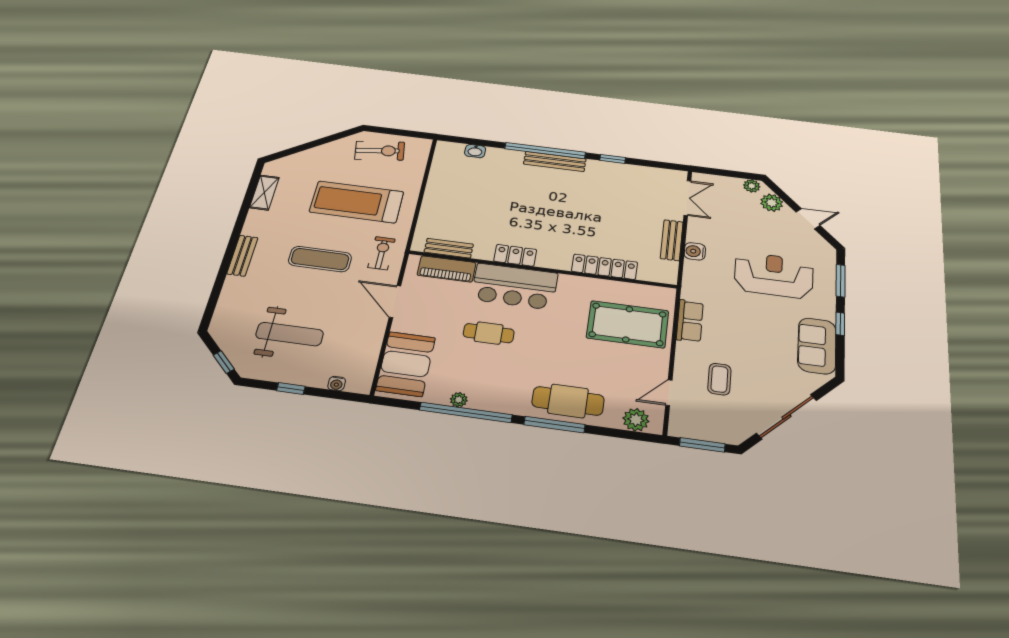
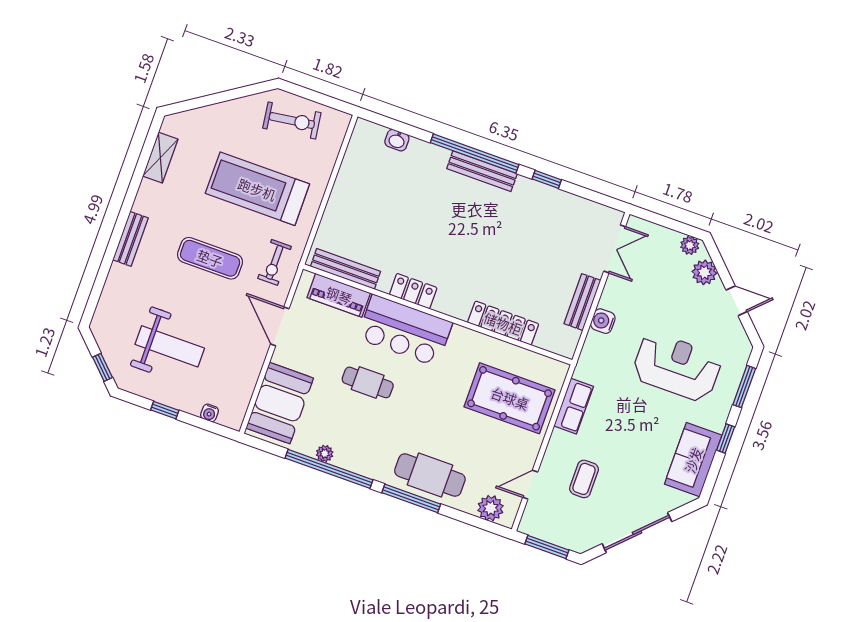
bench: (449, 248) -> (345, 269), width x1.36
exercise bike: (381, 253) -> (275, 262), turned 180

